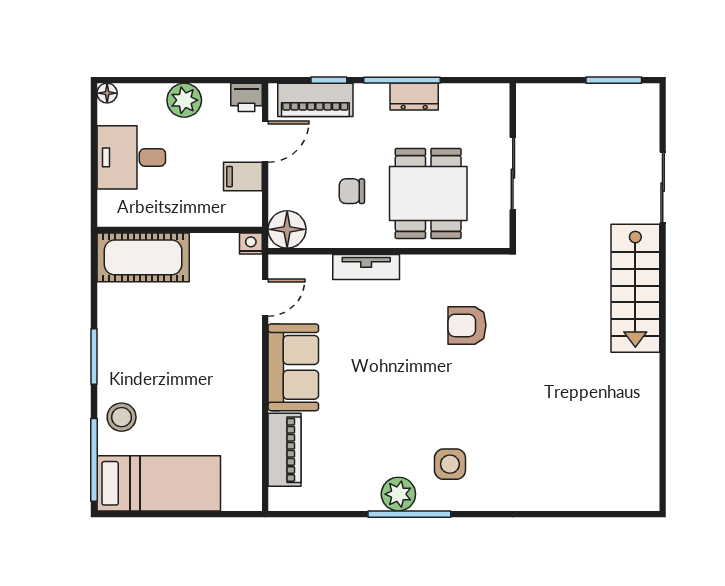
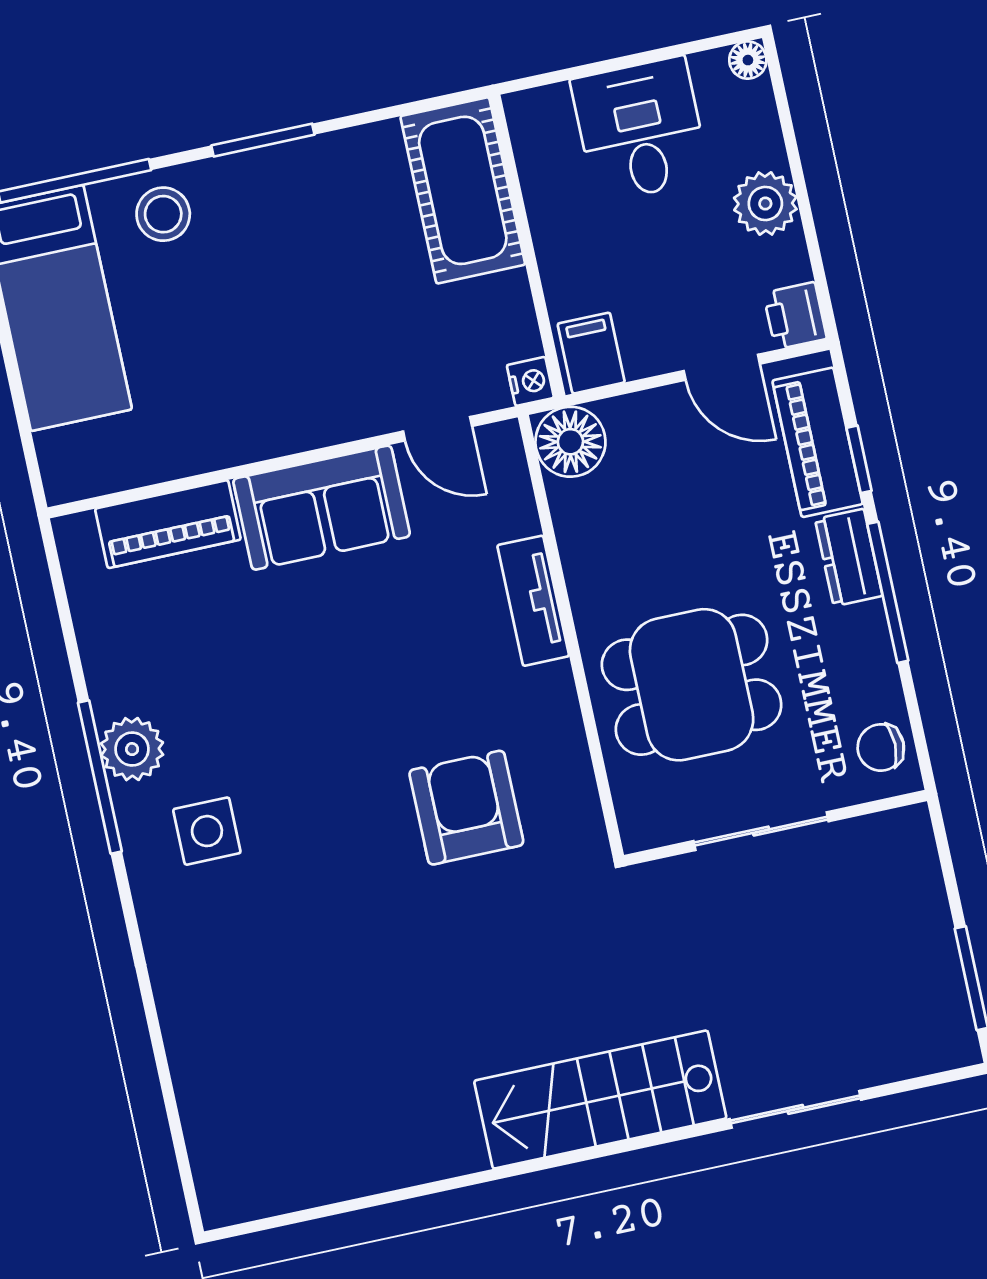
dresser: (414, 97) -> (849, 558), moved
filing cabinet: (243, 177) -> (591, 353), moved
chair: (352, 191) -> (881, 747), moved, turned -90
armchair: (467, 325) -> (466, 808), width x1.38, depth x1.38

